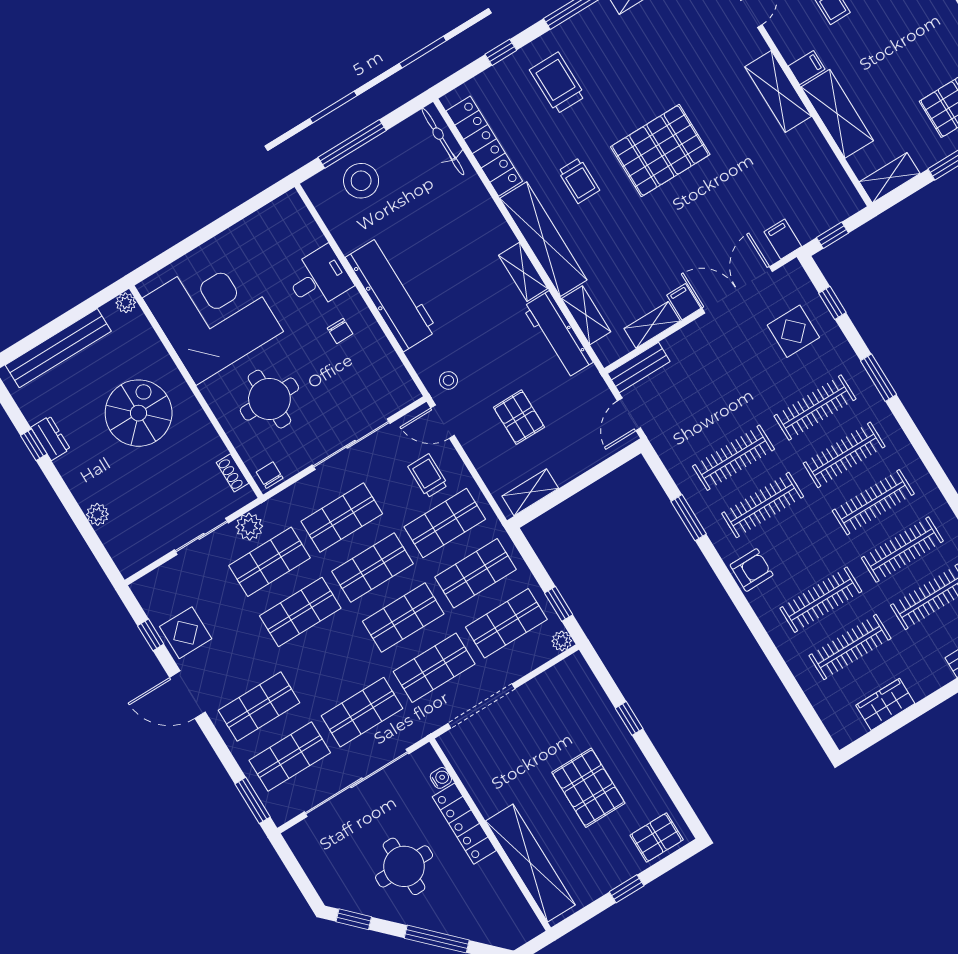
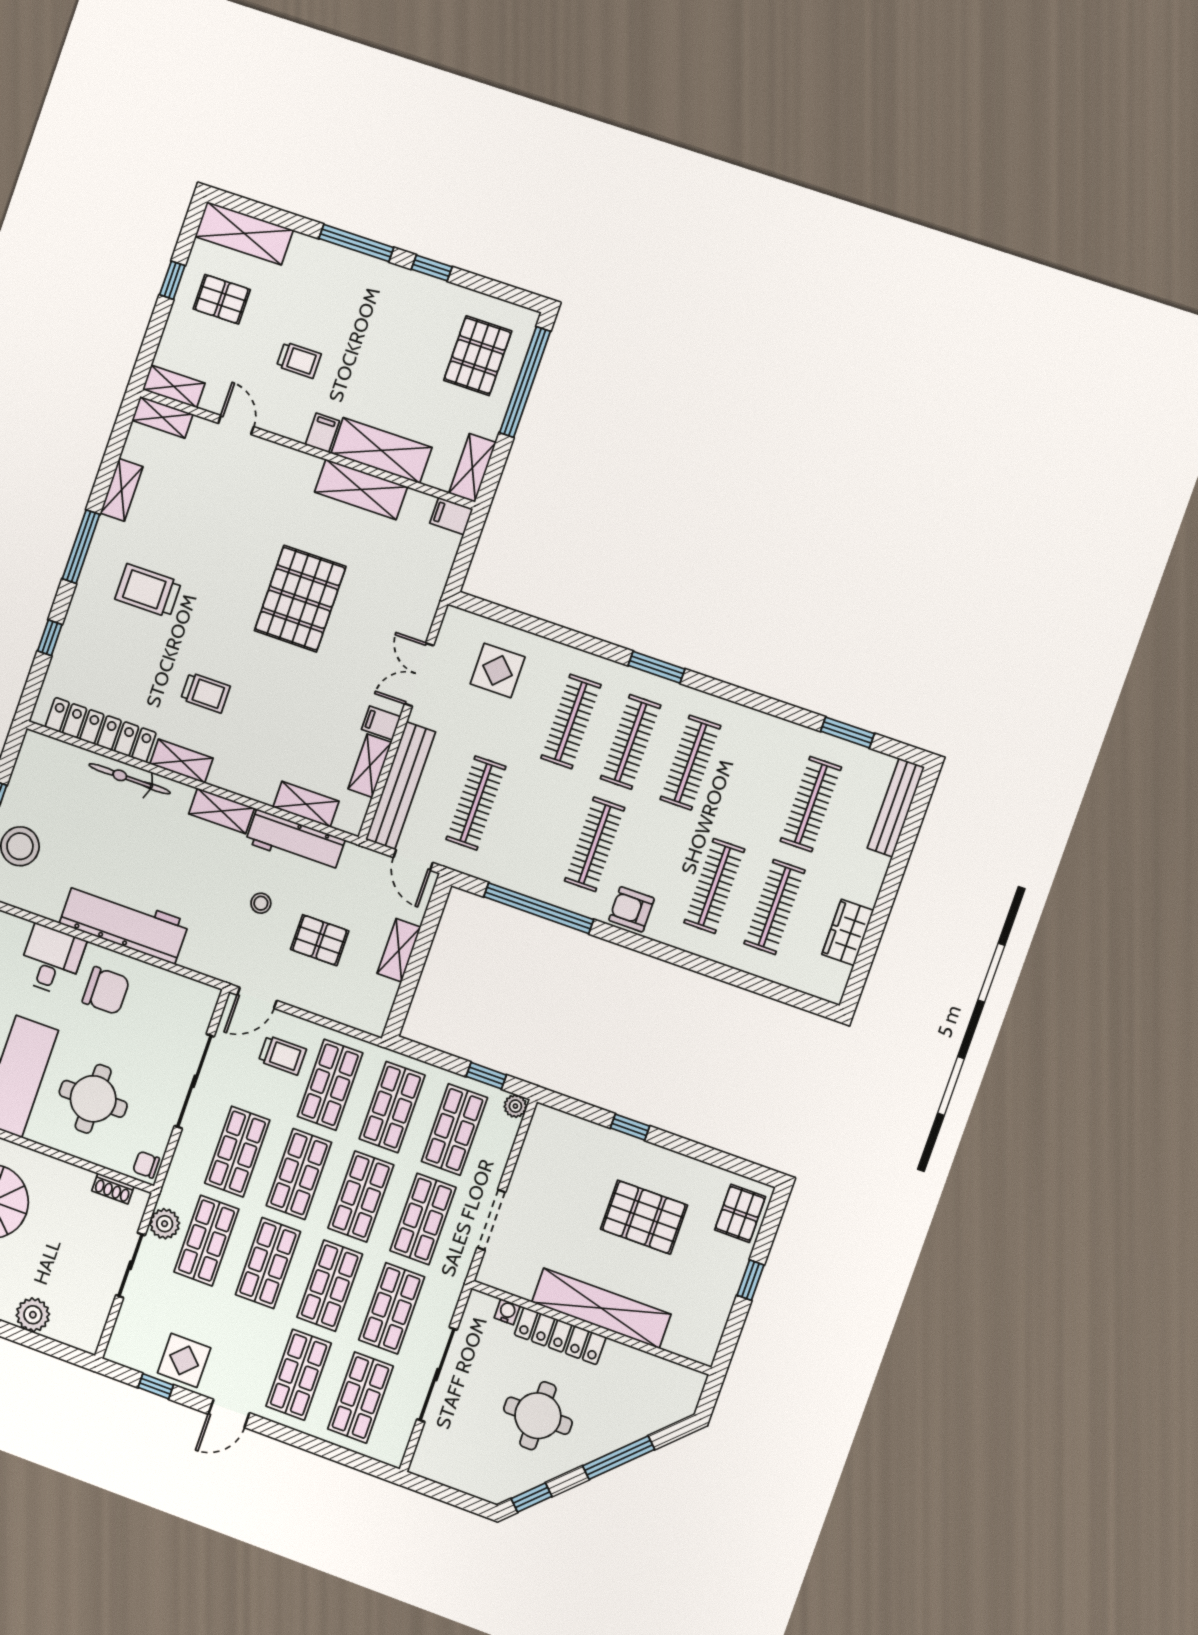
trolley: (557, 83) -> (148, 591), moved
shelving: (778, 92) -> (361, 489), moved
bicycle: (443, 142) -> (130, 779), moved
pallet: (660, 151) -> (300, 599), moved
window: (833, 235) -> (463, 559), removed
shelving: (543, 239) -> (181, 761), width x0.45, depth x0.75
filing cabinet: (783, 239) -> (451, 516), moved
double door: (737, 290) -> (419, 675), width x0.73
window: (832, 303) -> (511, 618), removed
chair: (340, 331) -> (106, 991), width x1.87, depth x1.87
bench: (639, 367) -> (401, 786), width x1.86, depth x1.21
window: (878, 378) -> (657, 667), moved
stool: (448, 380) -> (261, 903), moved
clothes rail: (733, 458) -> (476, 803), moved
trolley: (428, 476) -> (282, 1055), turned 180
shelving: (530, 492) -> (399, 950), moved
plant: (97, 514) -> (33, 1315), width x1.38, depth x1.38
window: (689, 518) -> (539, 908), width x2.11
clothes rail: (902, 550) -> (750, 783), removed
armchair: (752, 570) -> (631, 909), turned -90
shop shelf: (331, 662) -> (330, 1286), added
door: (188, 695) -> (229, 1413), width x0.73
doorway: (481, 706) -> (491, 1220), width x0.73
sliding door: (357, 783) -> (437, 1375), width x0.73
window: (253, 800) -> (359, 1462), removed
shelving: (530, 863) -> (601, 1308), moved

